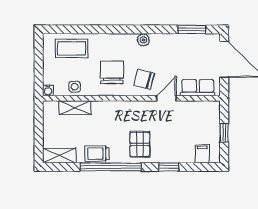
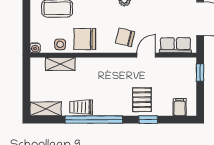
chair: (112, 72) -> (85, 39), moved, turned -90
window: (224, 133) -> (200, 73), moved
pallet: (140, 144) -> (142, 100), moved

